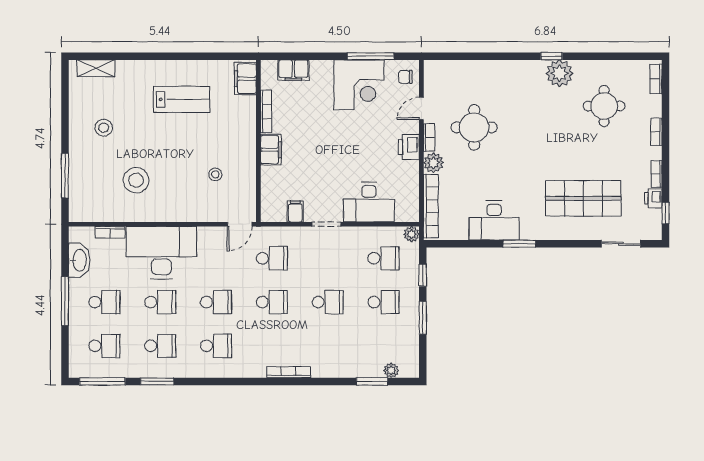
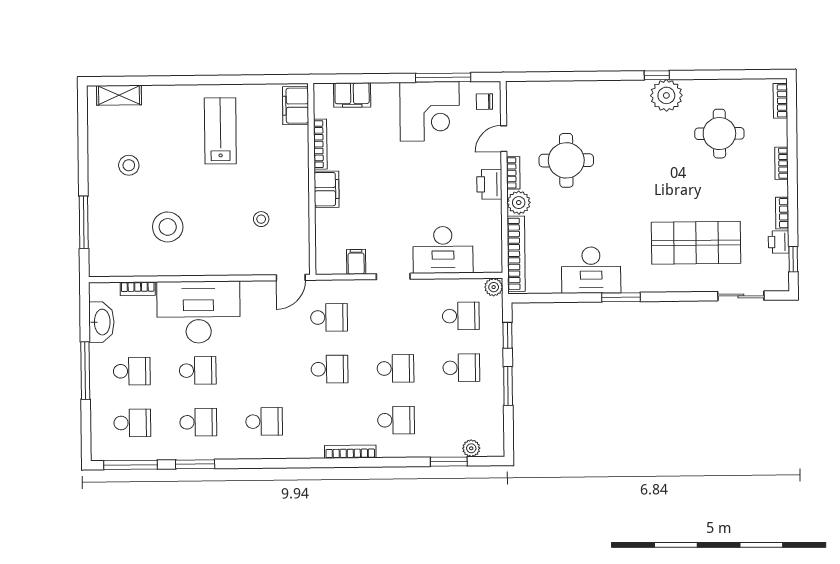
lab bench: (181, 99) -> (220, 131), turned -90
school desk: (216, 302) -> (396, 420), moved

